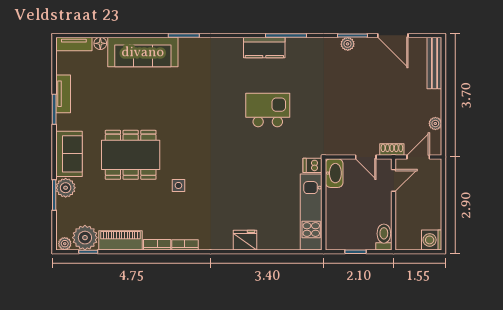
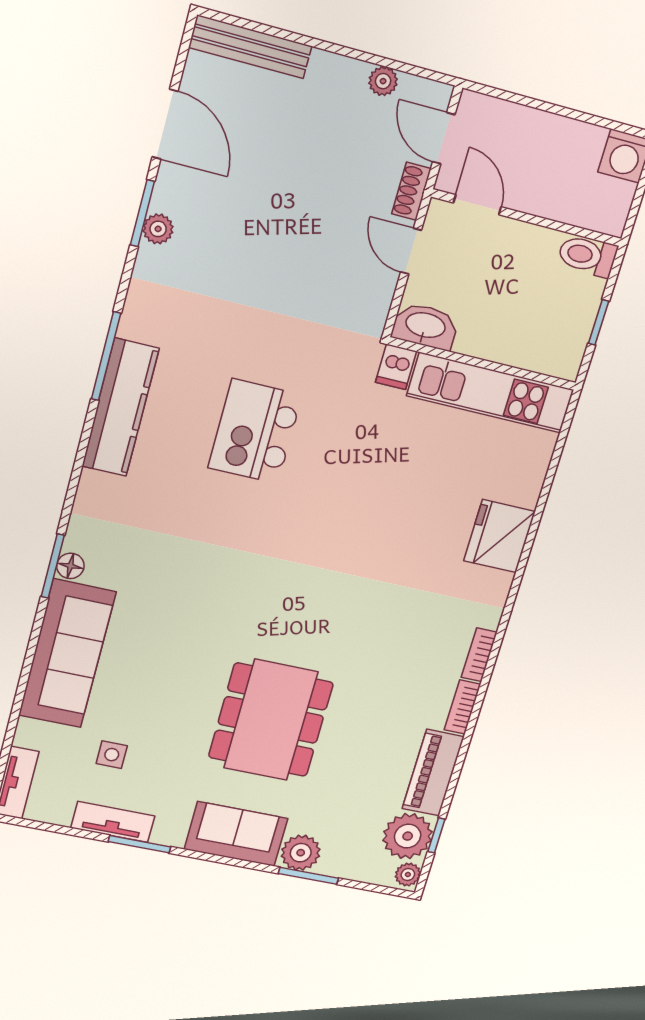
door: (393, 35) -> (165, 124), hinge flipped
floor lamp: (100, 43) -> (70, 566), moved
kitchen counter: (264, 47) -> (120, 408), width x1.50
door: (366, 157) -> (411, 251), swing flipped
side table: (178, 185) -> (112, 755), moved
fridge: (245, 240) -> (499, 536), width x1.36, depth x1.34

